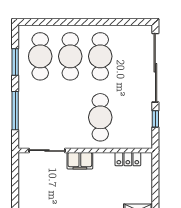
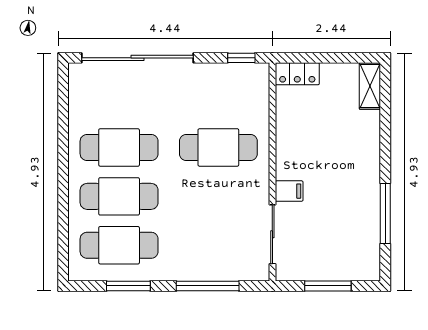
window: (155, 119) -> (241, 58), moved
locker: (128, 159) -> (297, 74), moved, turned 90
filing cabinet: (80, 161) -> (289, 191), width x0.50
window: (15, 185) -> (328, 286), added

